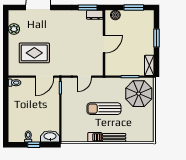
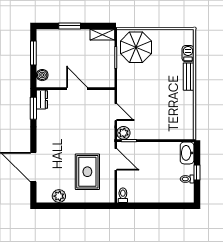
plant: (67, 83) -> (123, 133), added
sun lounger: (104, 109) -> (154, 89), removed
barbecue: (95, 137) -> (188, 54), moved

